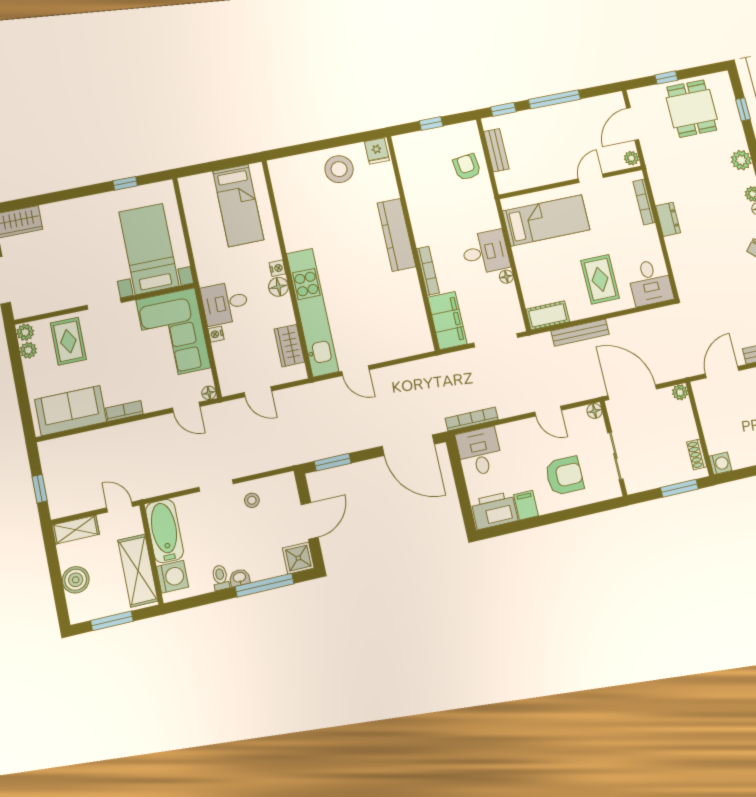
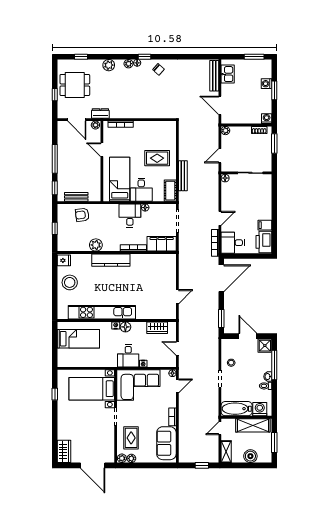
plant: (418, 202) -> (96, 245), added
dresser: (668, 219) -> (100, 113), moved
desk: (650, 282) -> (141, 190), moved, turned 90
kitchen unit: (312, 312) -> (102, 312), moved
rug: (68, 341) -> (131, 438), turned 90
door: (258, 392) -> (177, 348), swing flipped
door: (632, 392) -> (220, 156), width x0.53
door: (548, 411) -> (220, 218), moved
armchair: (564, 476) -> (254, 202), removed

